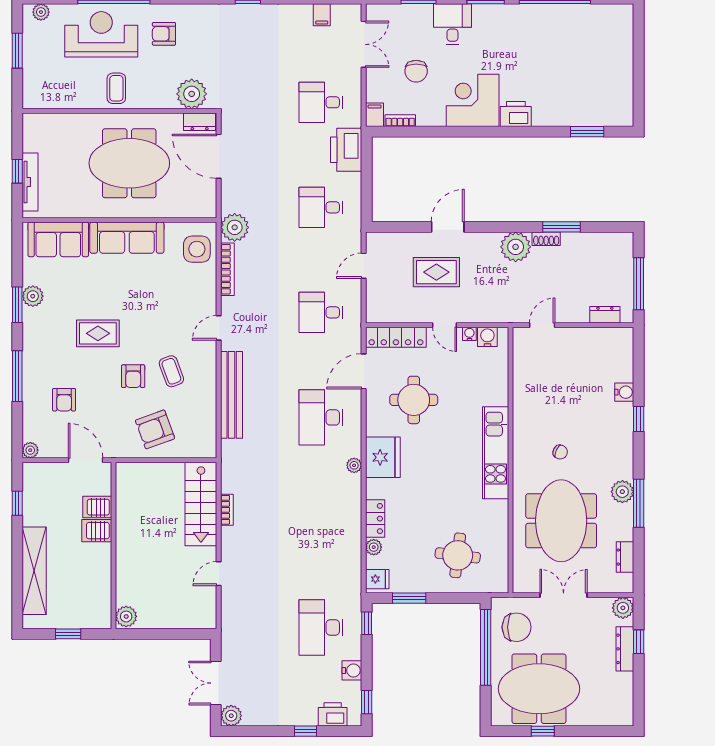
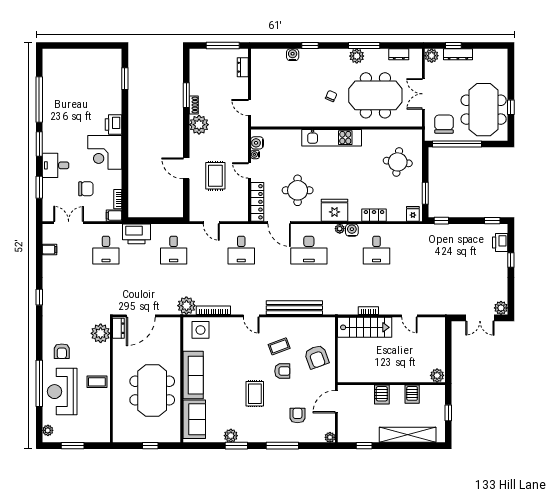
meeting table: (129, 163) -> (152, 391), moved
tv unit: (30, 182) -> (157, 437), removed
door: (445, 325) -> (249, 170), swing flipped
armchair: (64, 400) -> (297, 415), turned -90
server rack: (97, 507) -> (412, 394), moved
plant: (374, 547) -> (392, 216), removed
desk: (321, 627) -> (377, 250), moved, width x0.73
water cooler: (352, 670) -> (352, 230), moved

